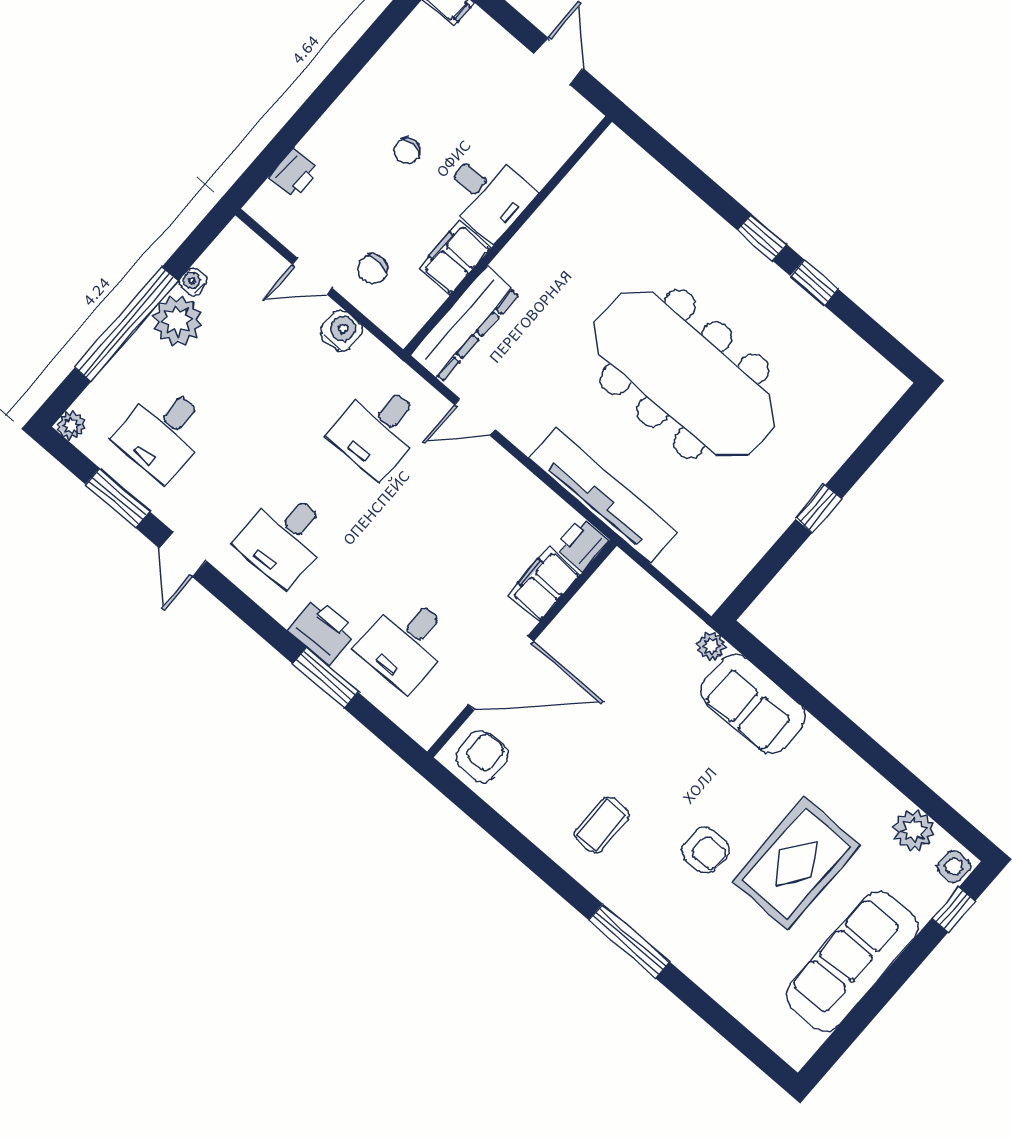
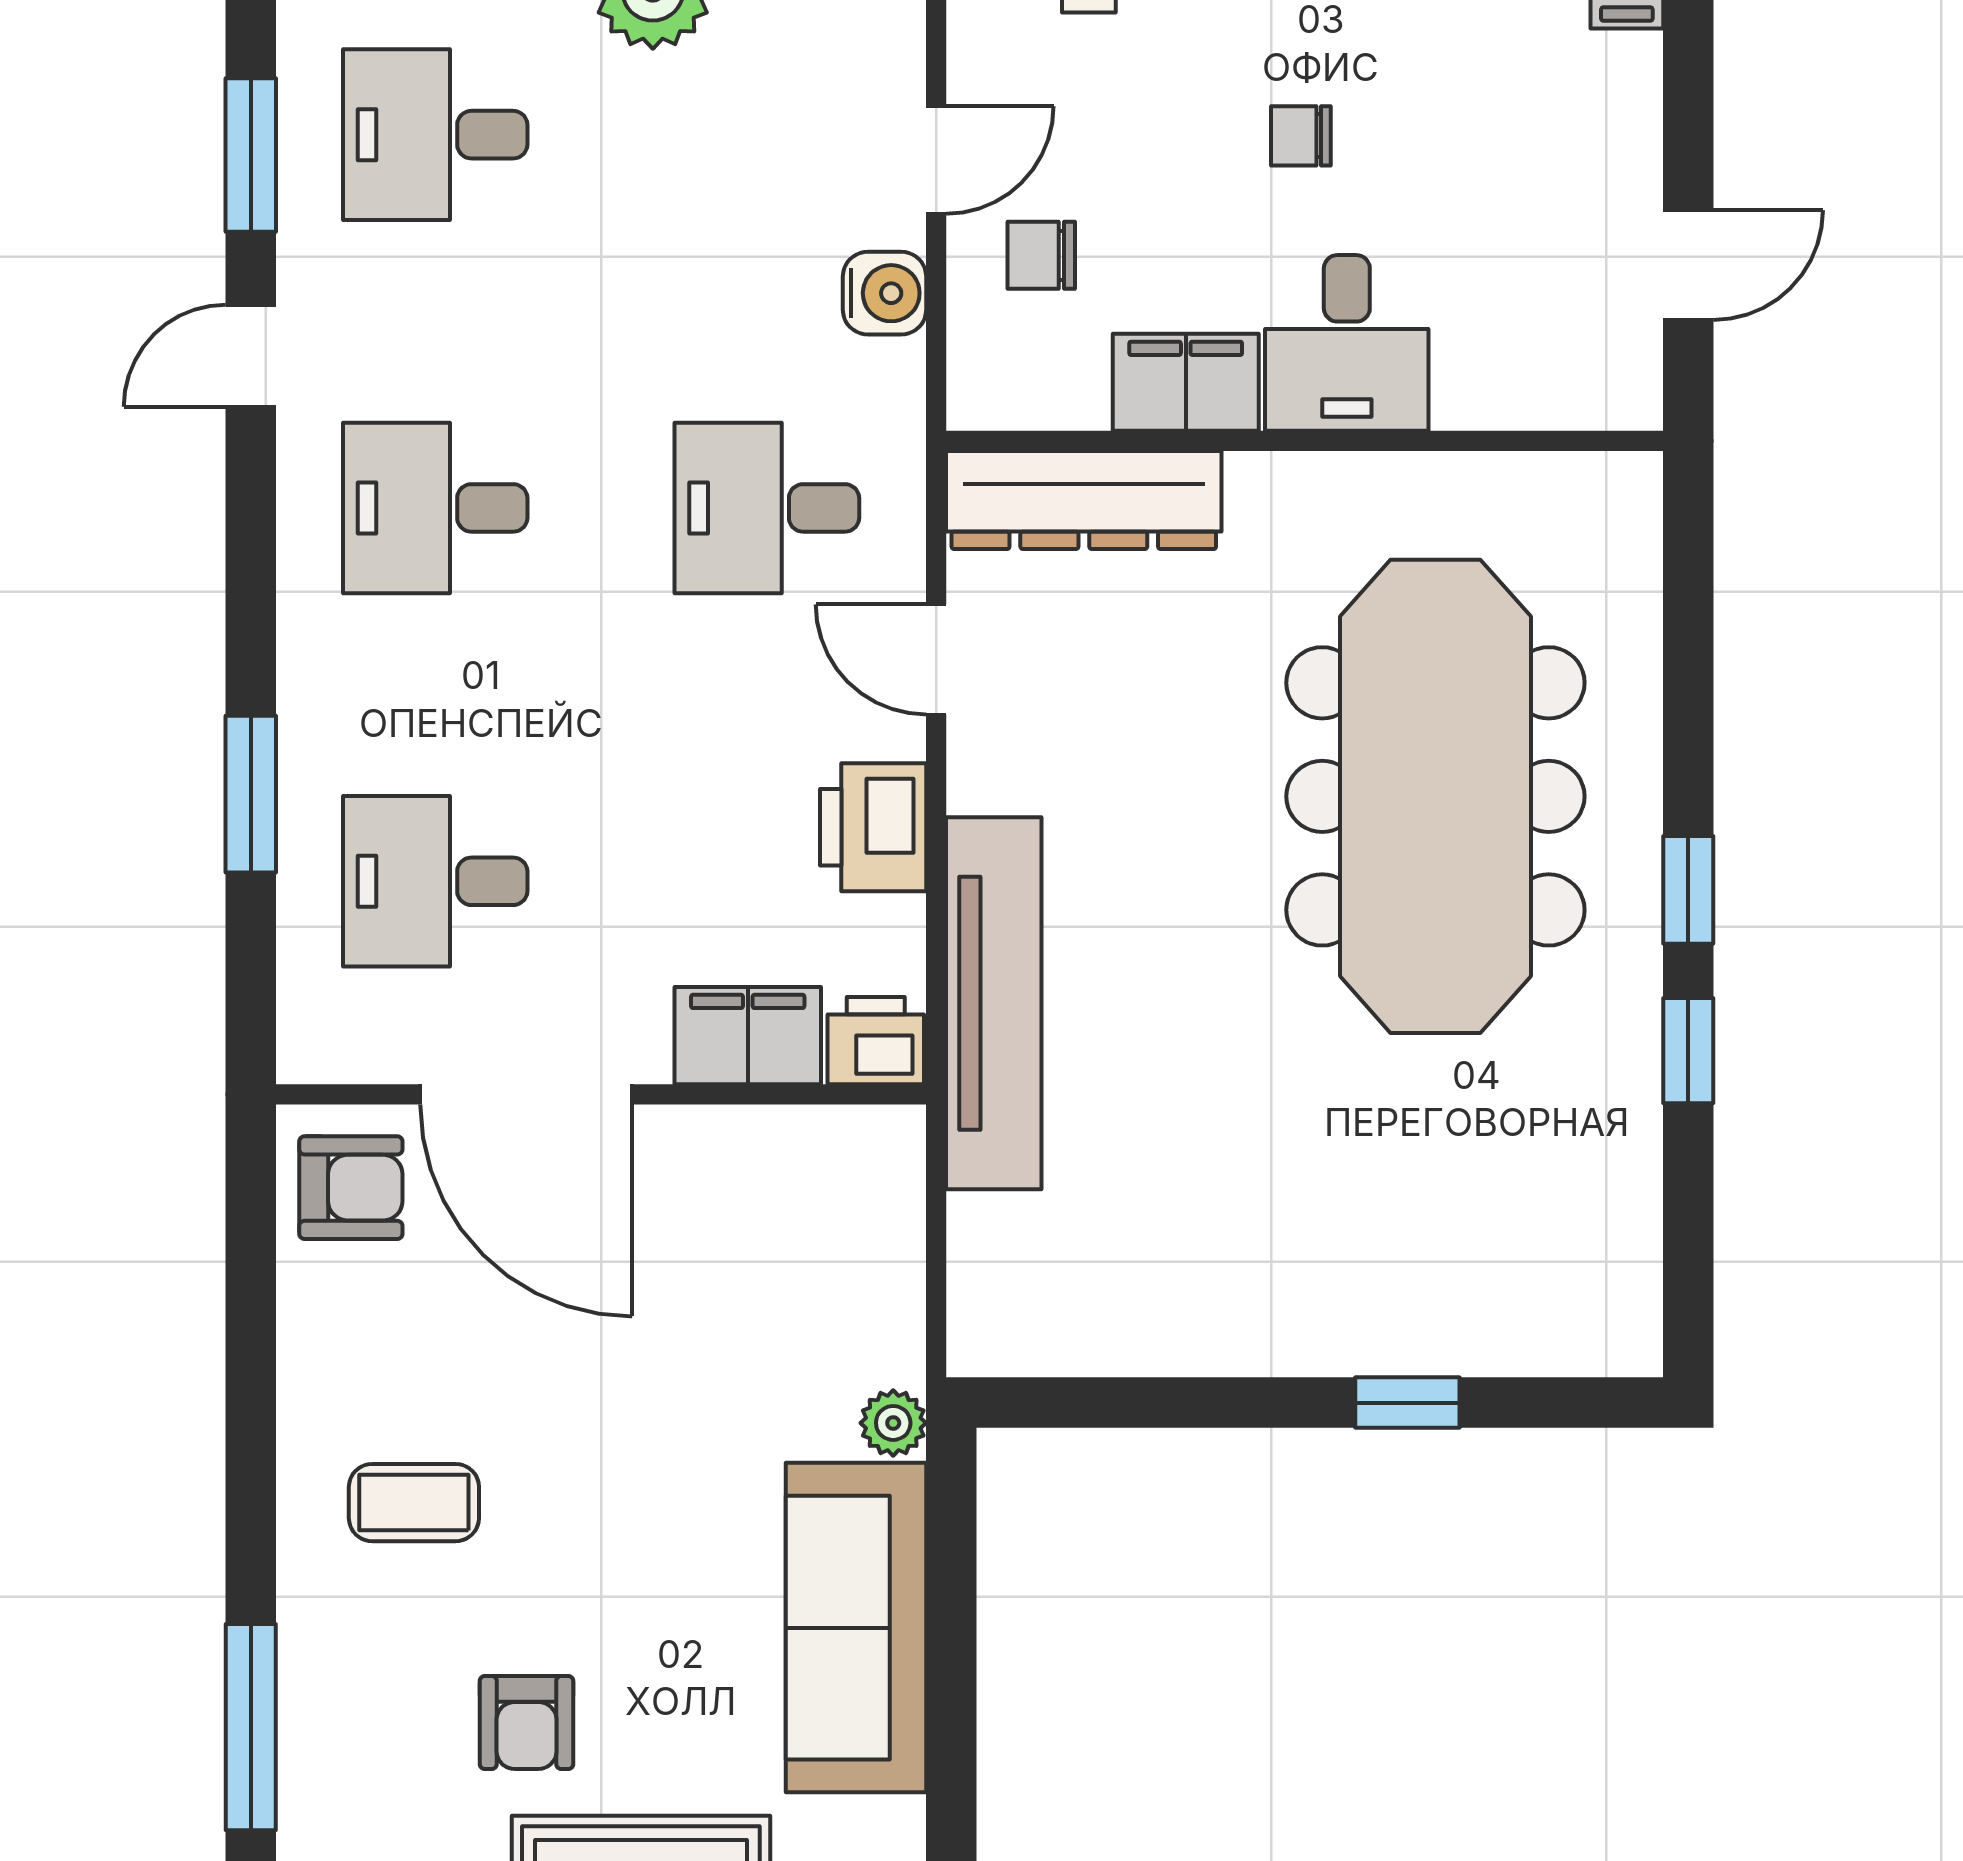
door: (312, 276) -> (936, 160), swing flipped
meeting table: (684, 374) -> (1435, 796), moved
window: (819, 509) -> (1407, 1403), moved
printer: (323, 631) -> (873, 827), moved, turned 180
sofa: (753, 704) -> (856, 1628), width x1.36

